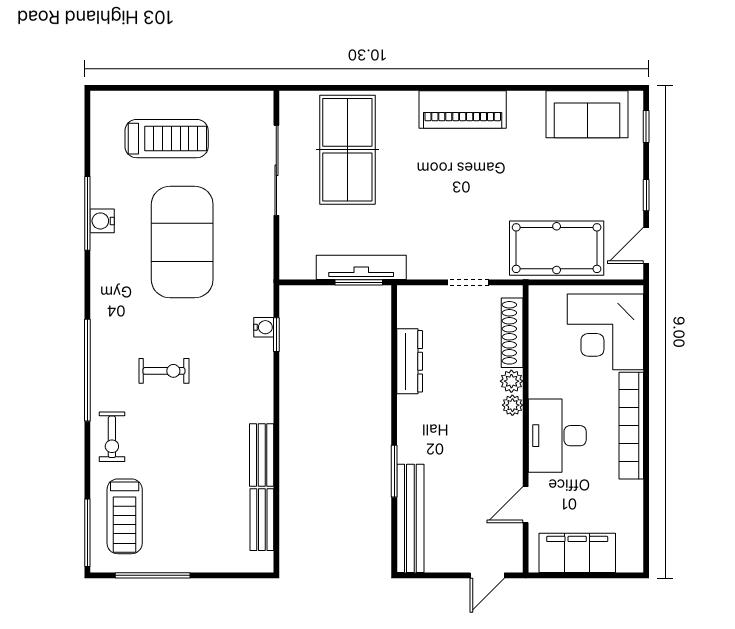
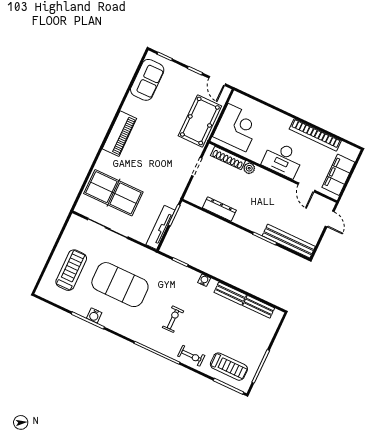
tv unit: (361, 267) -> (160, 227), moved
water cooler: (264, 327) -> (204, 280), moved
corner desk: (605, 332) -> (237, 128), moved, turned -90
plant: (512, 405) -> (260, 173), removed
bookcase: (631, 426) -> (315, 135), moved

